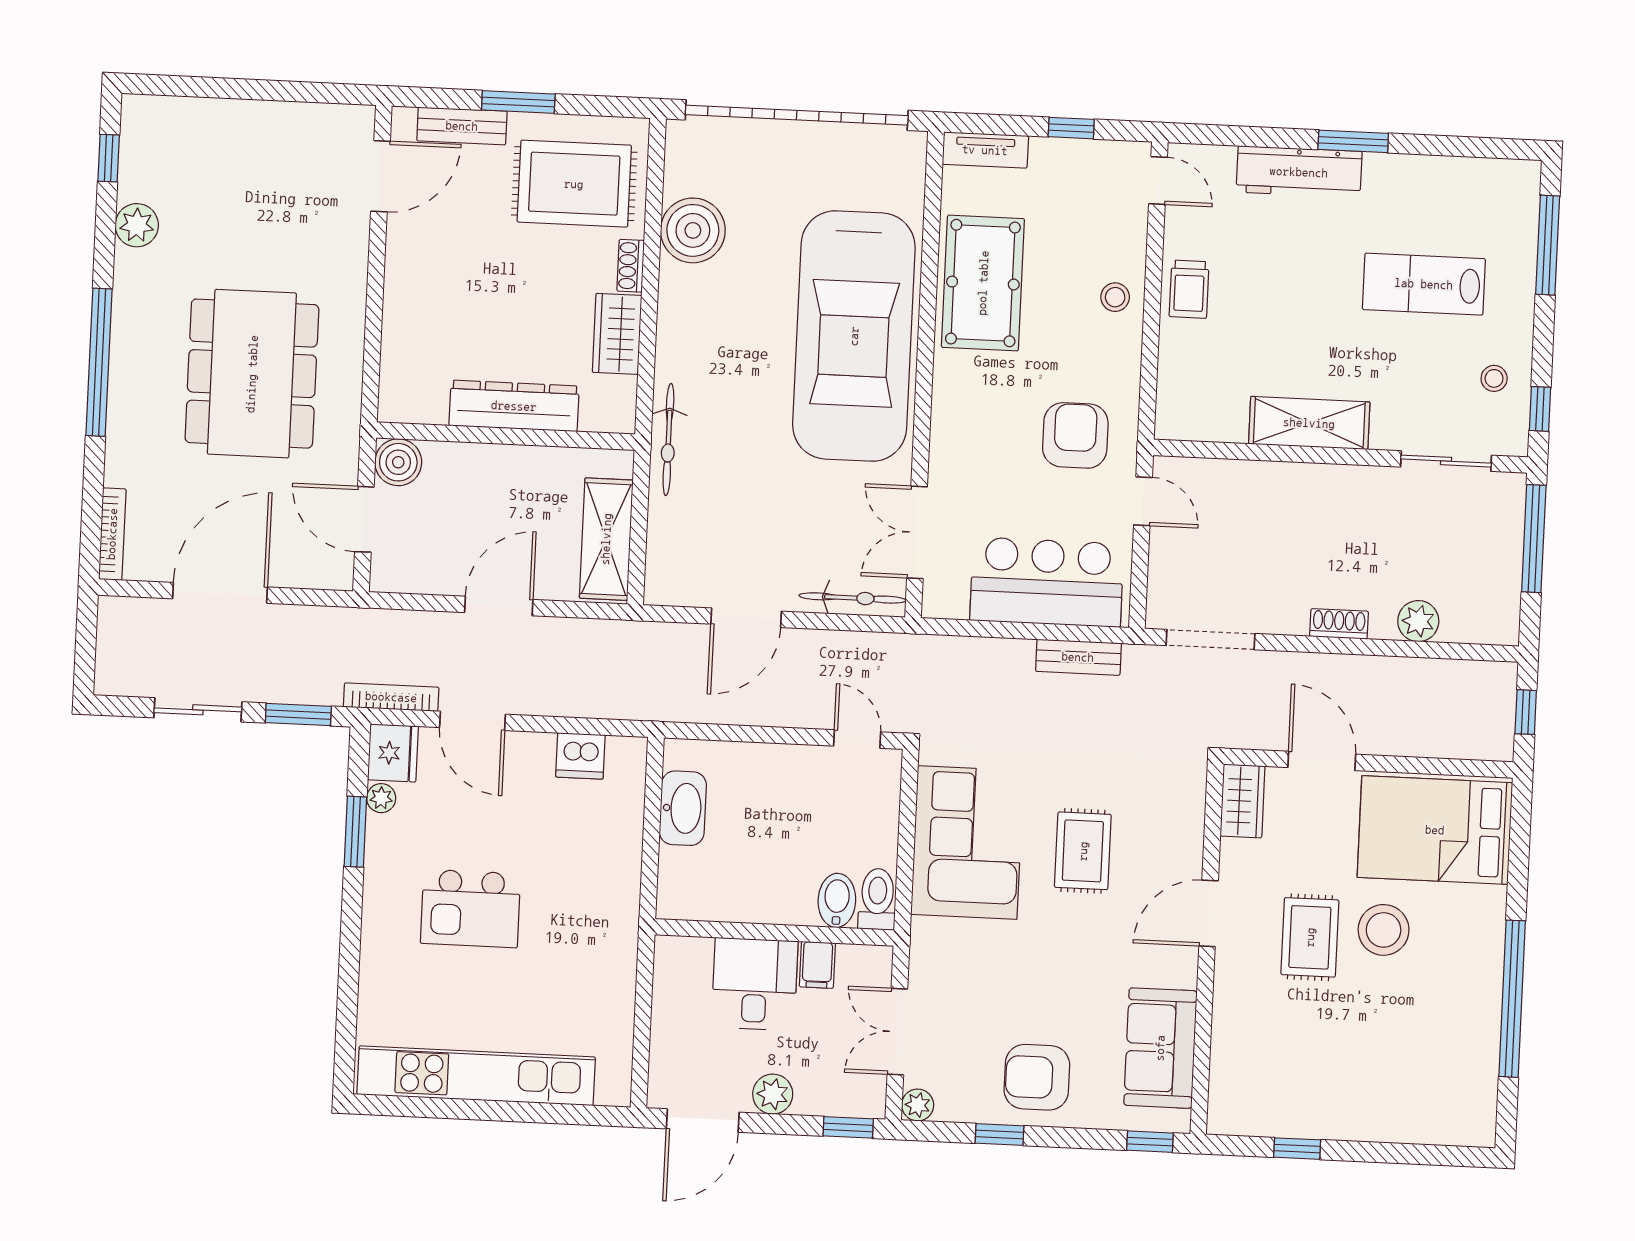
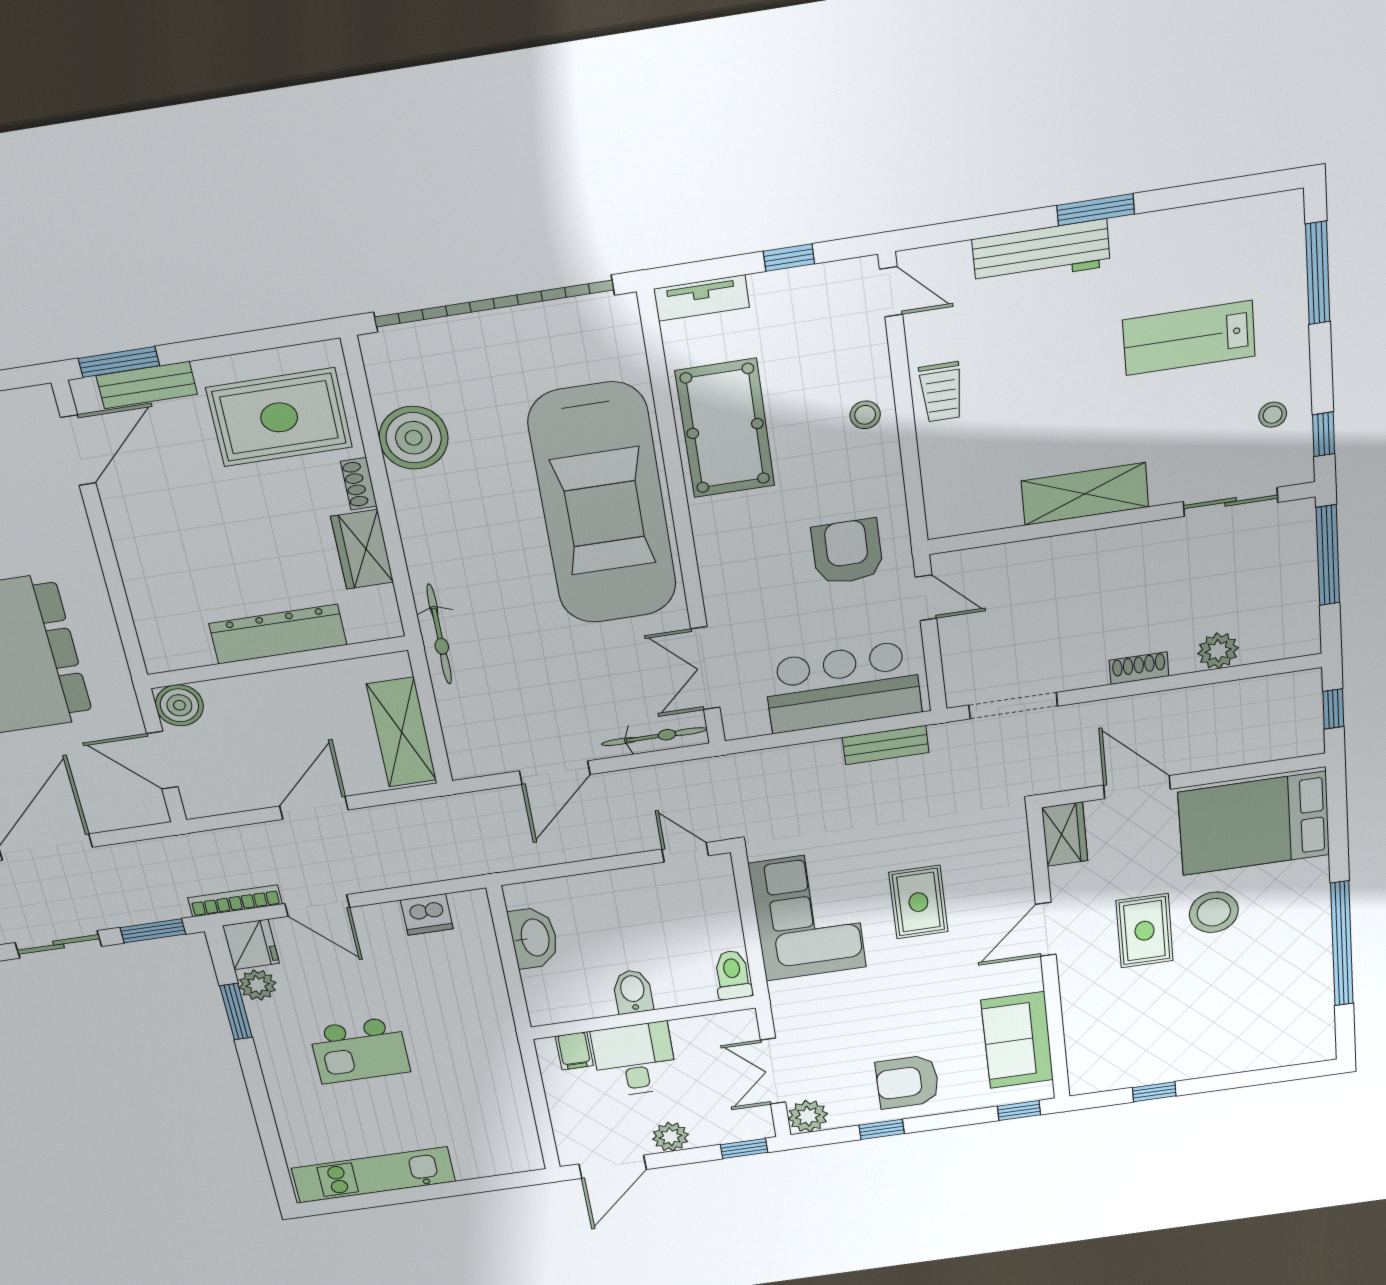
window: (518, 102) -> (119, 362), moved
plant: (381, 798) -> (258, 985), width x1.38, depth x1.38
bidet: (837, 900) -> (633, 992), moved
filing cabinet: (817, 965) -> (574, 1051), moved
kitchen unit: (476, 1076) -> (373, 1175), width x0.73
plant: (918, 1105) -> (808, 1116), width x1.38, depth x1.38

